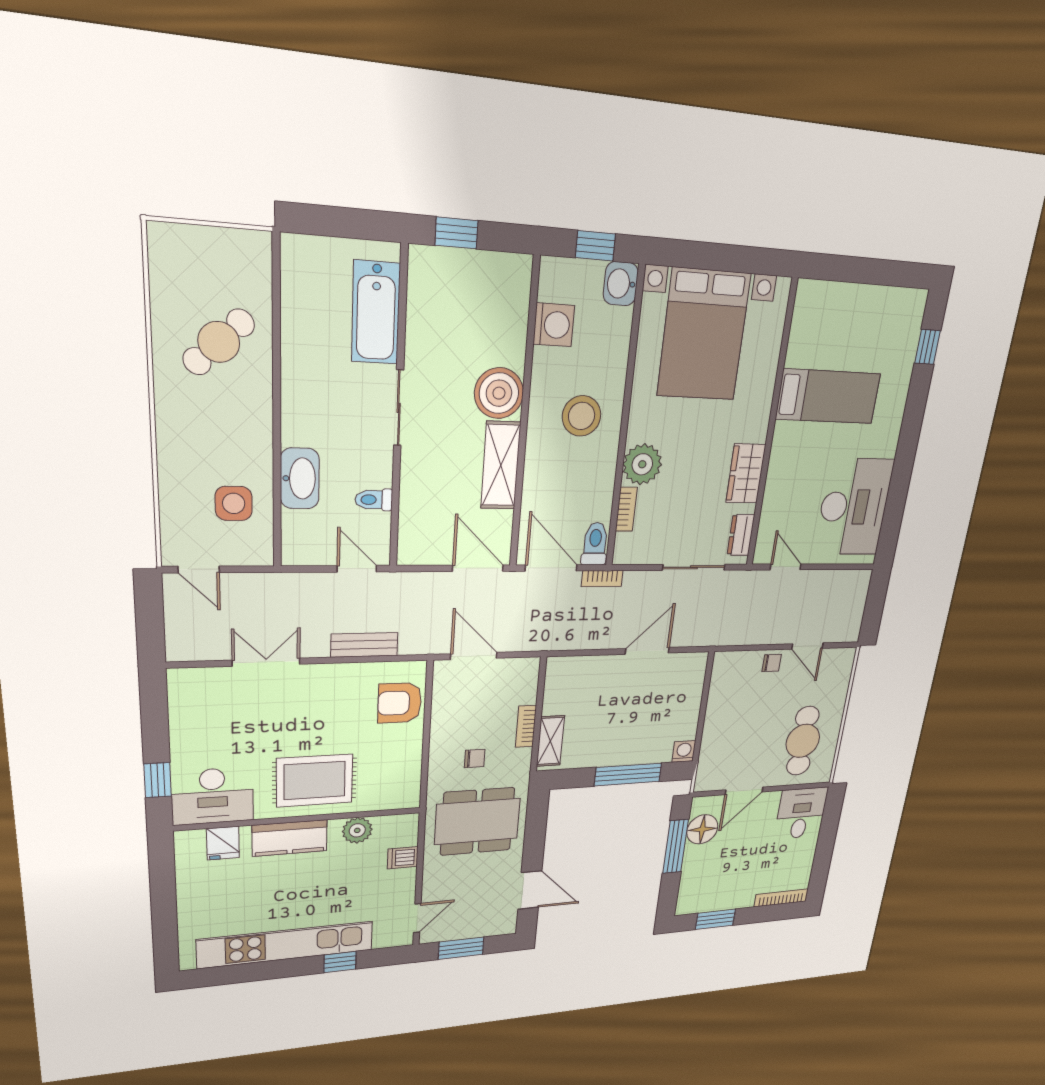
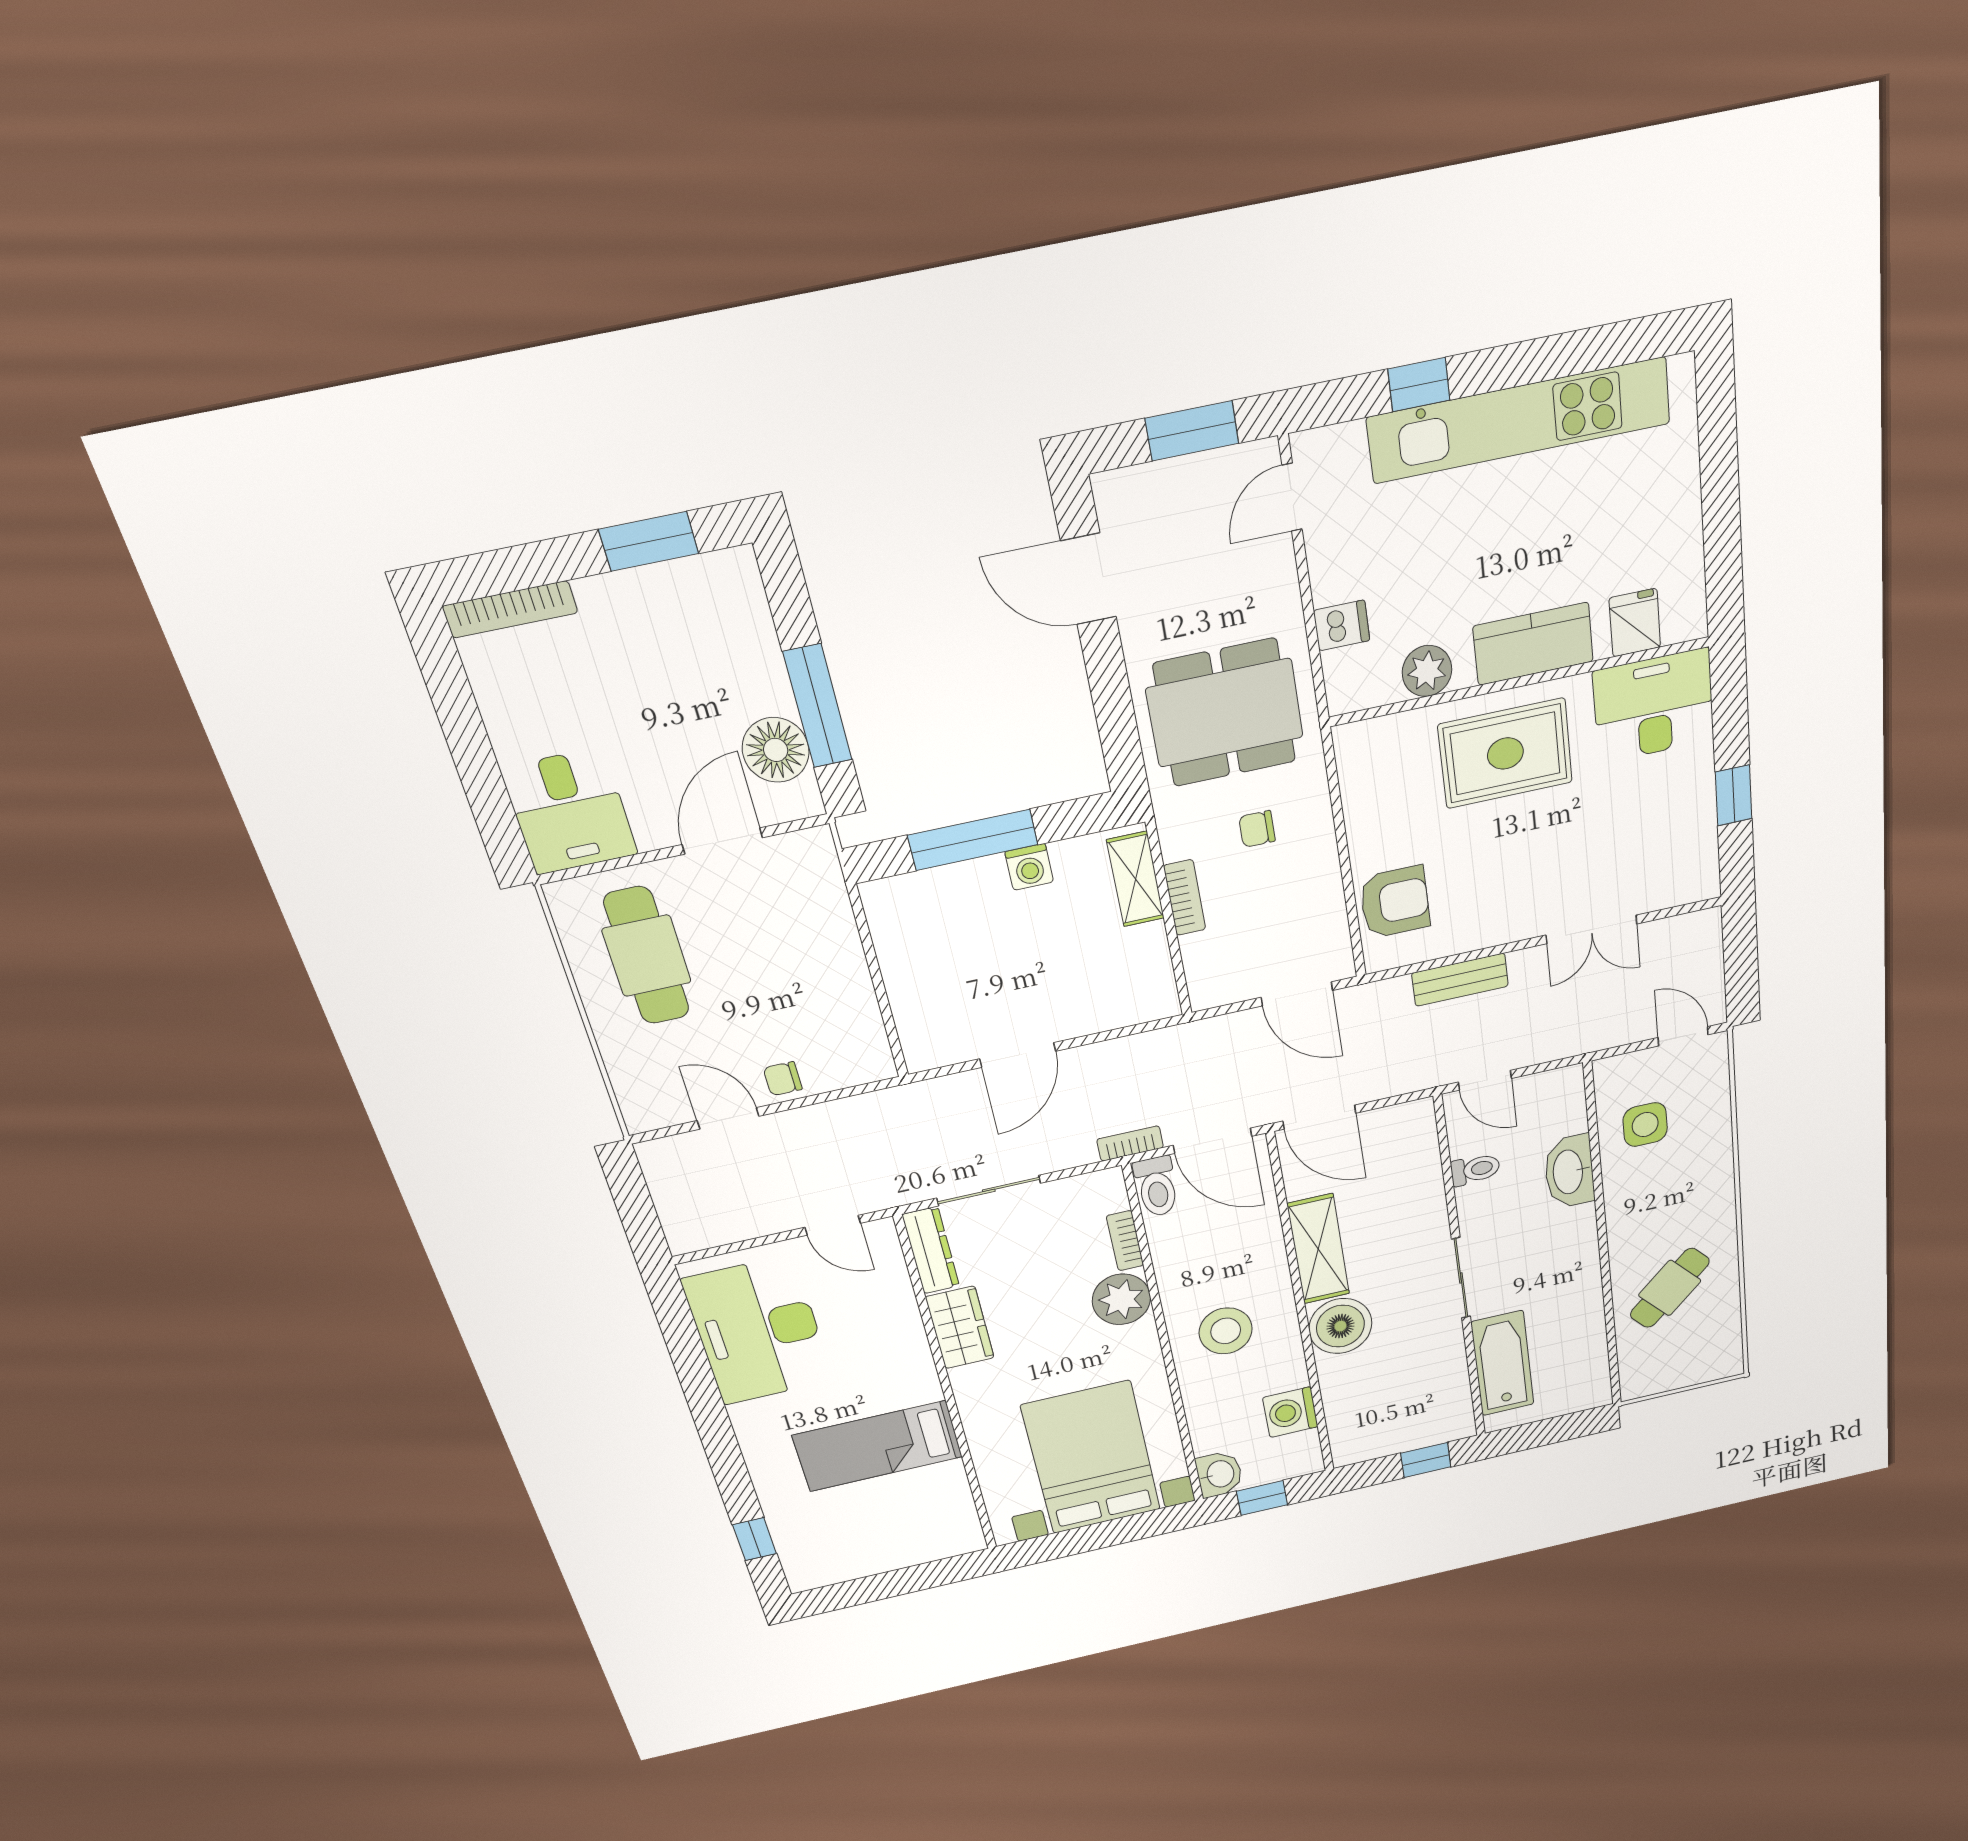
dresser: (741, 535) -> (931, 1250), width x1.44
washing machine: (684, 751) -> (1029, 867), moved
window: (158, 780) -> (1734, 795), moved

